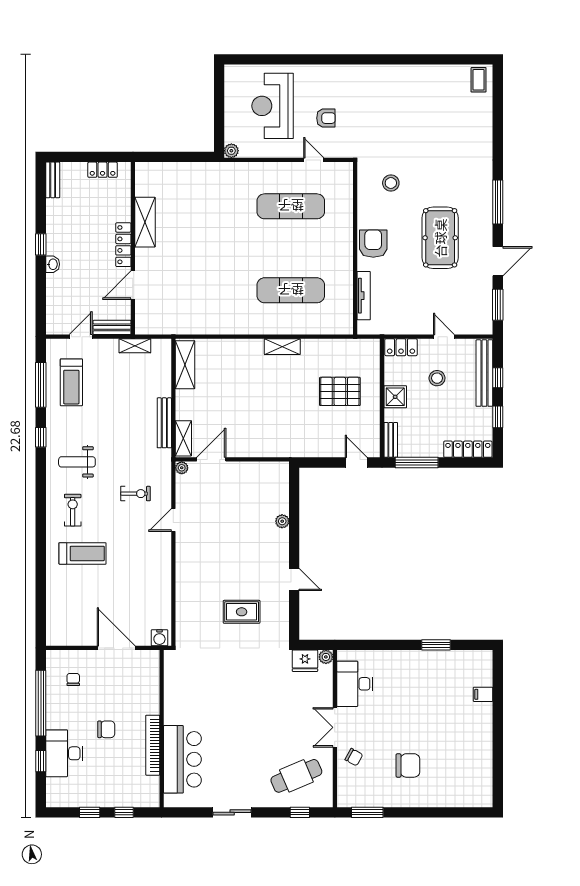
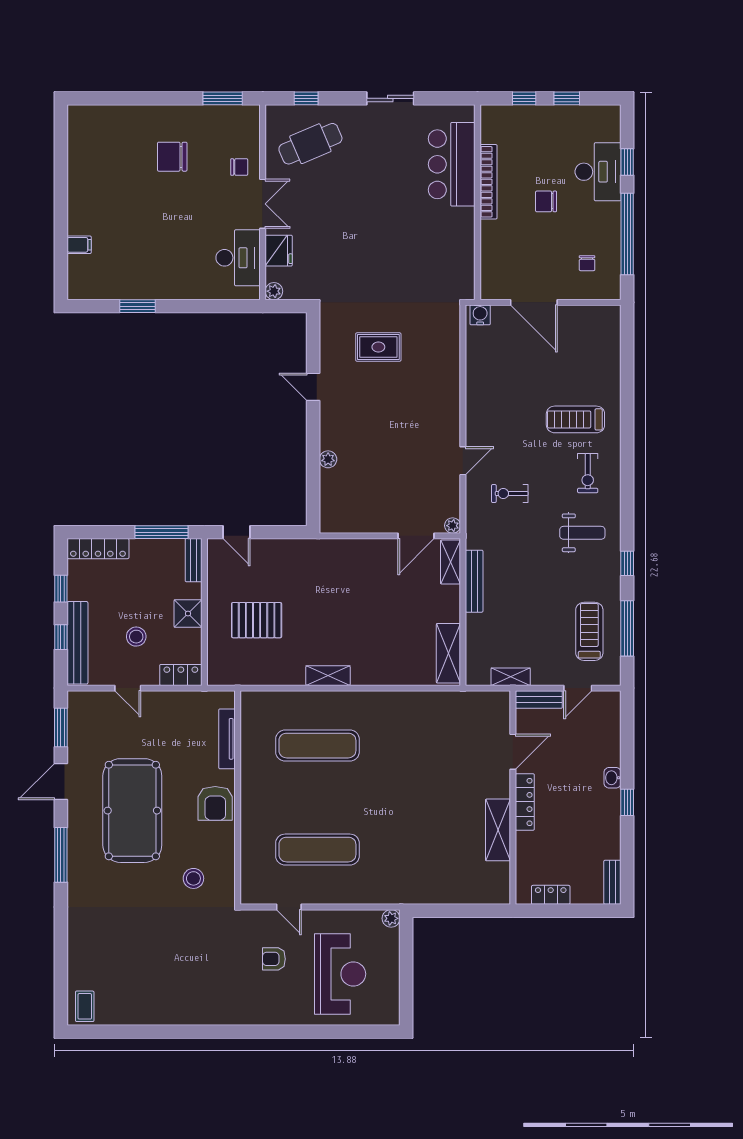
pool table: (440, 238) -> (132, 811), width x1.36, depth x1.32
fridge: (305, 661) -> (279, 251), moved, turned 90
chair: (354, 757) -> (239, 167), turned 151

